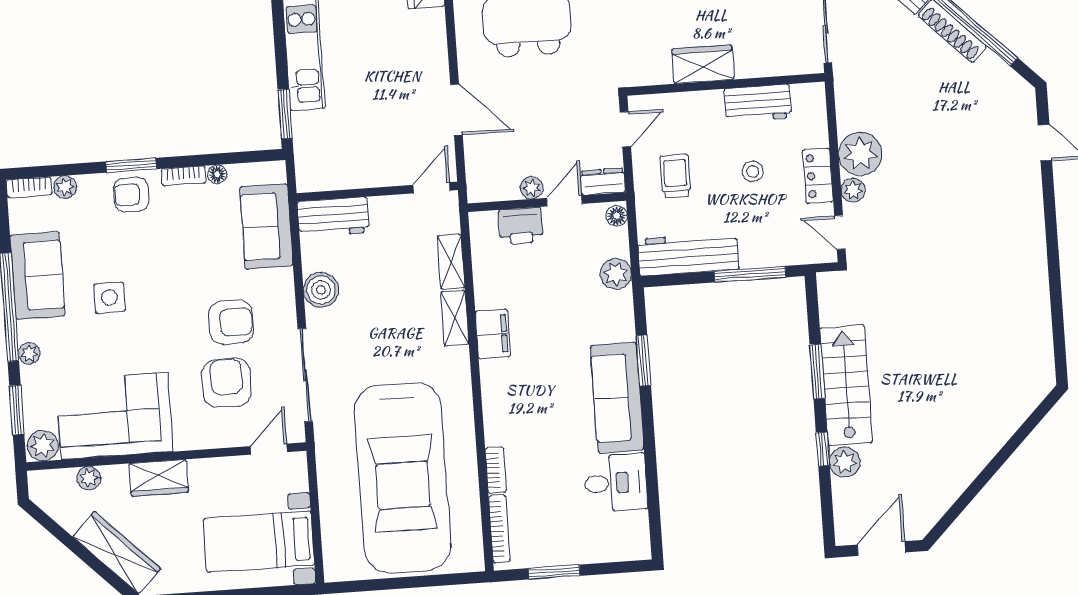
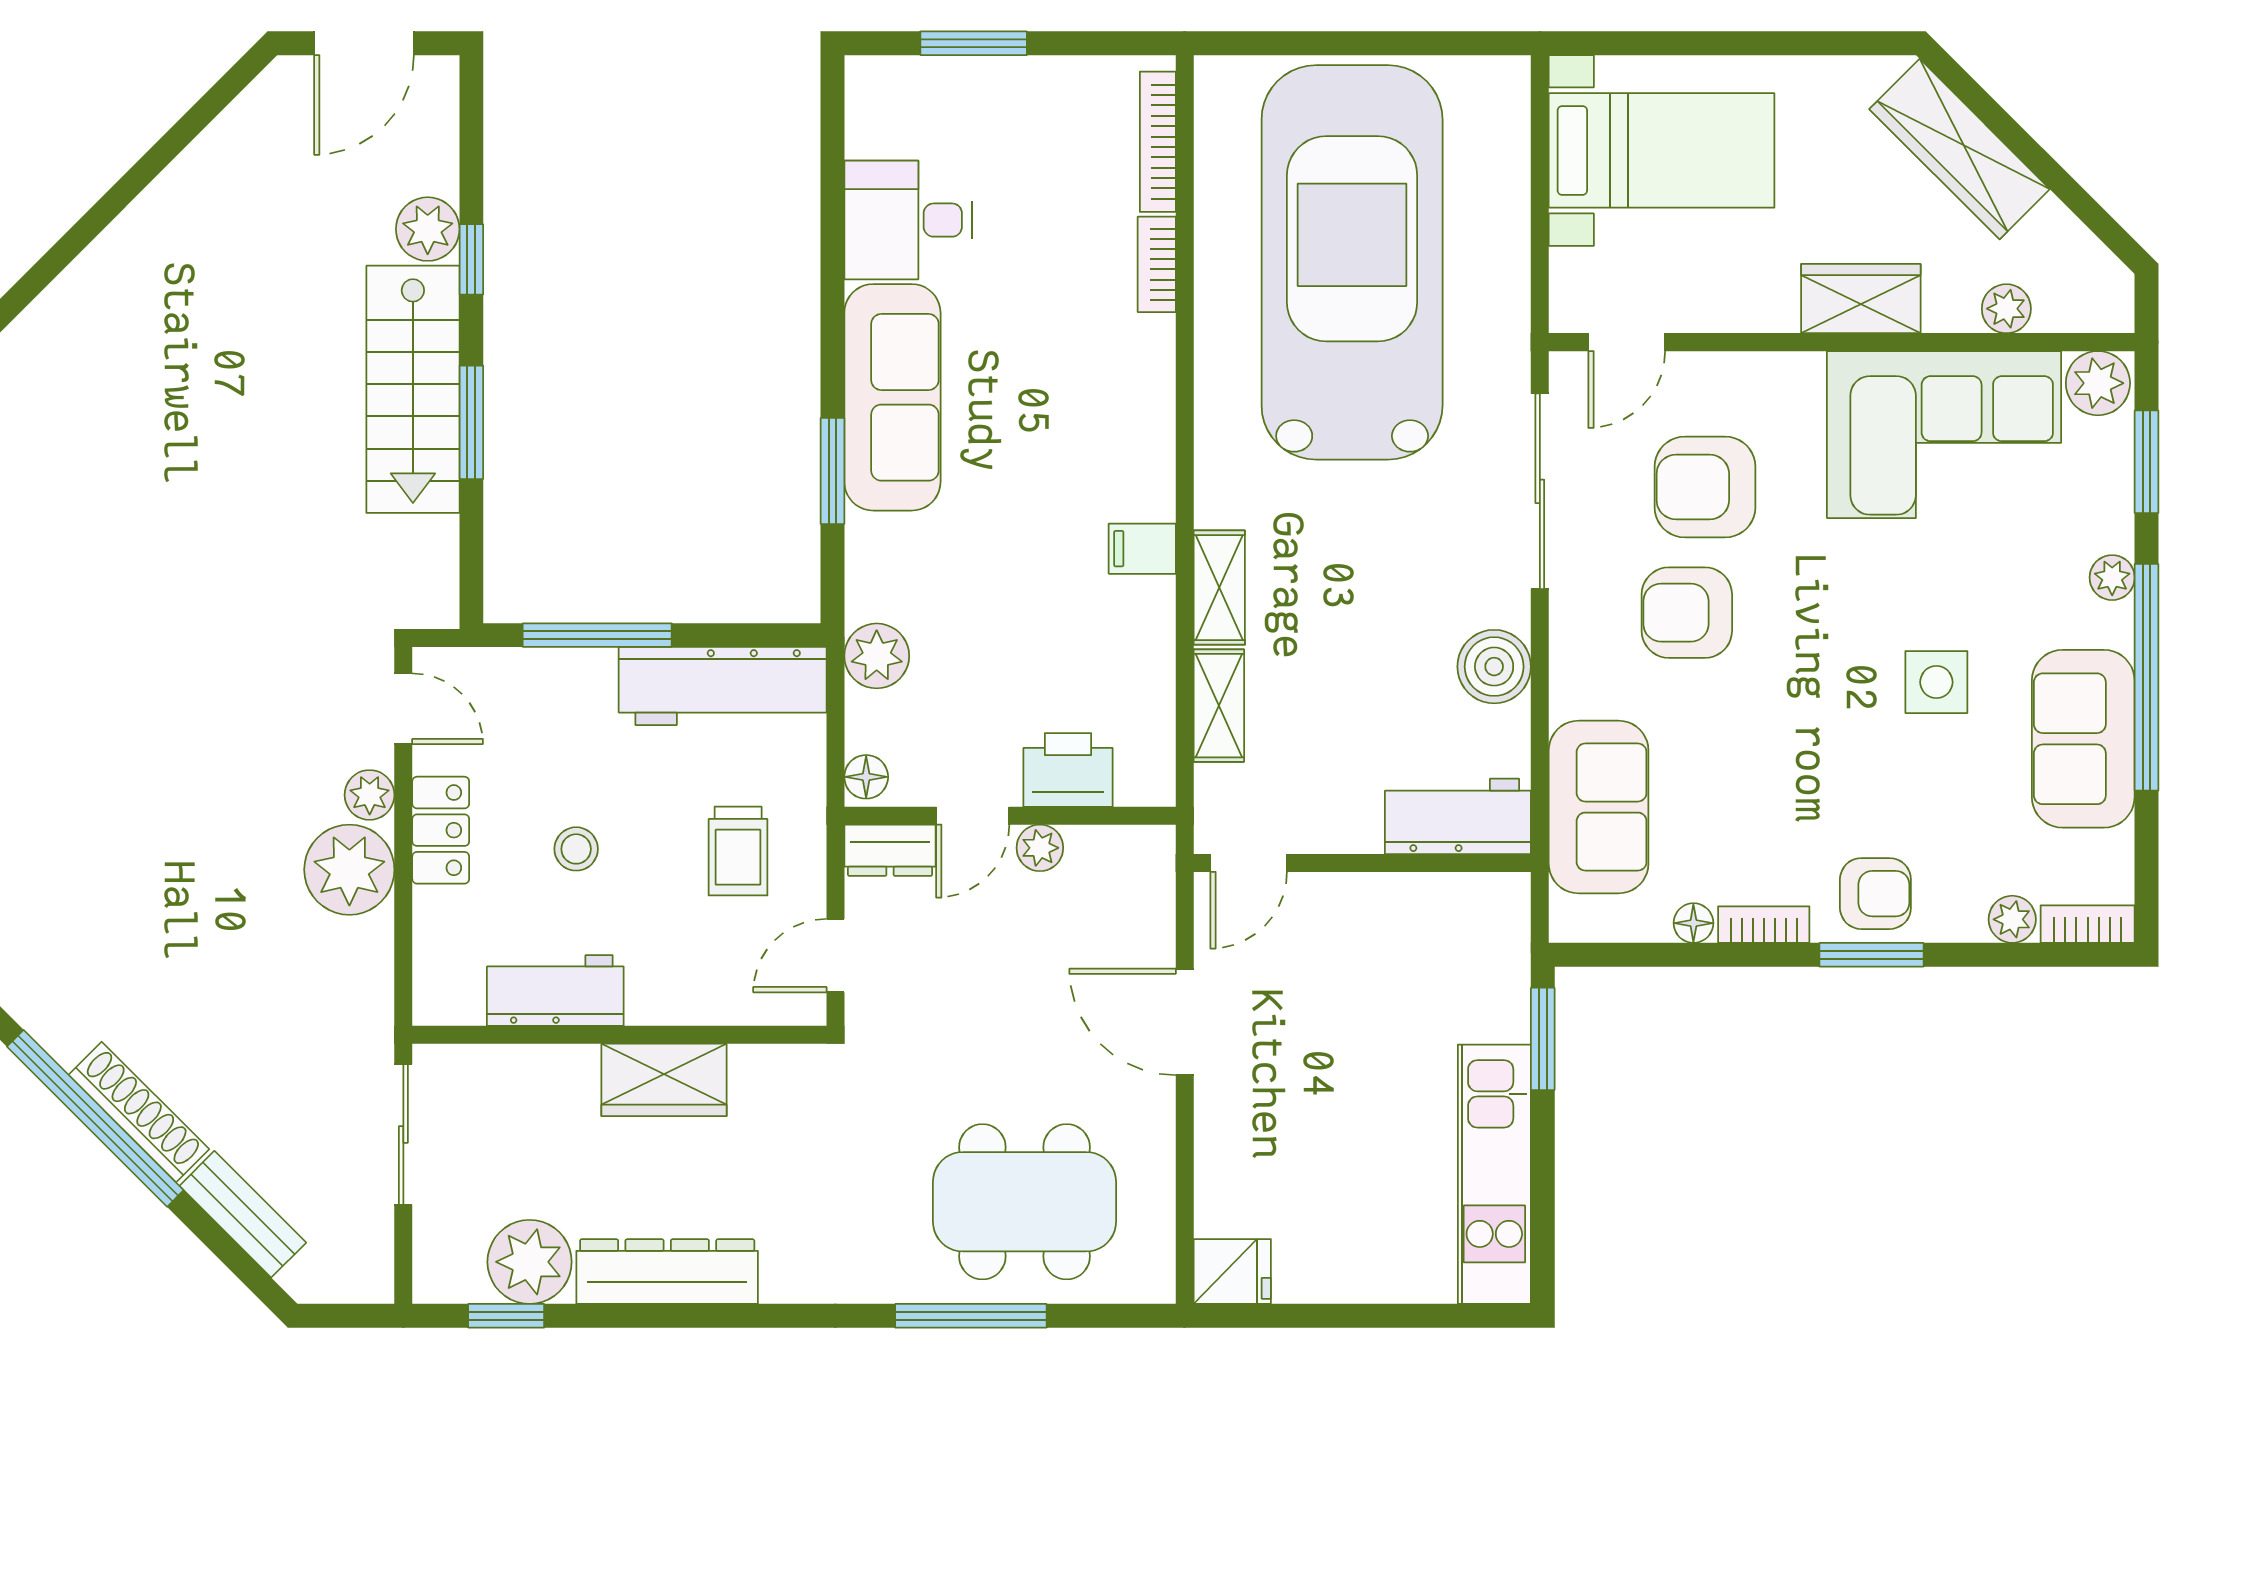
filing cabinet: (493, 334) -> (1142, 549), width x0.50
armchair: (227, 383) -> (1705, 487), turned 90
window: (554, 572) -> (974, 43), moved

